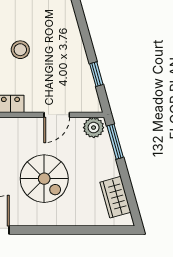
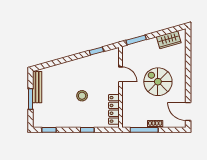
plant: (94, 128) -> (128, 53), removed
spiral stairs: (44, 179) -> (158, 82), turned -90

